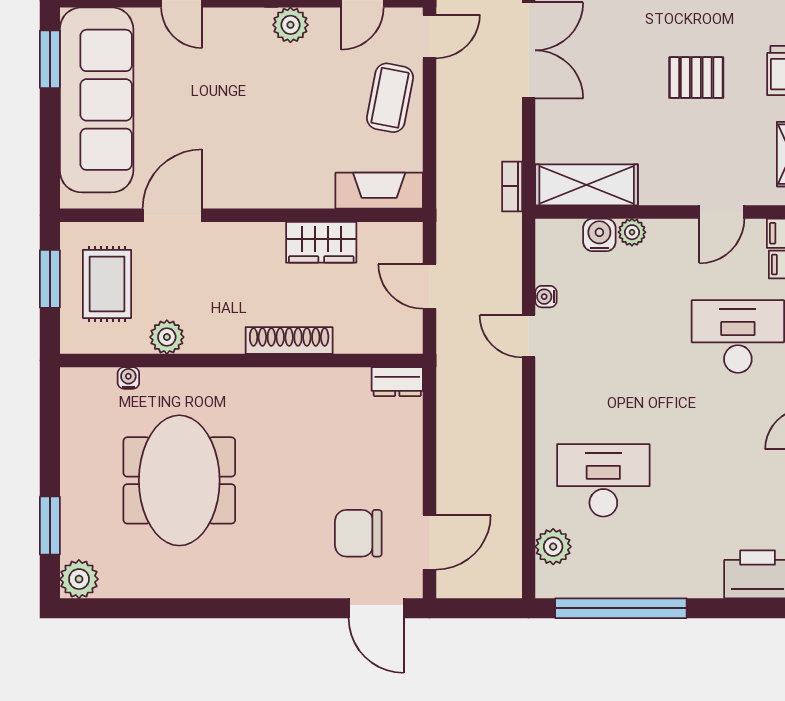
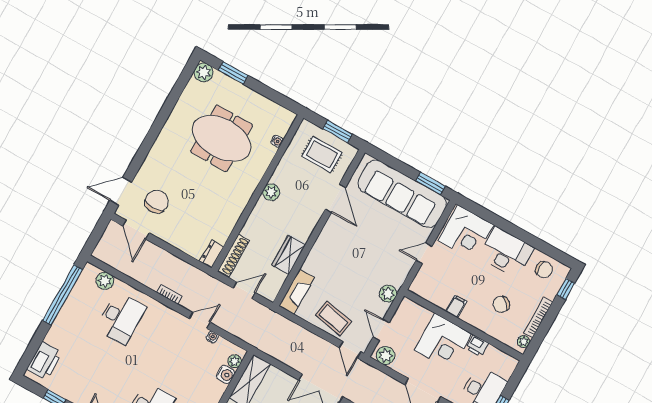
bookcase: (512, 186) -> (169, 294), moved
plant: (632, 232) -> (235, 361), moved
plant: (167, 337) -> (271, 192), moved
shoe rack: (289, 341) -> (234, 255), moved

